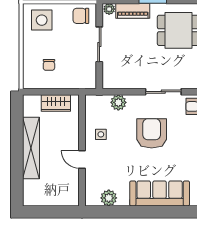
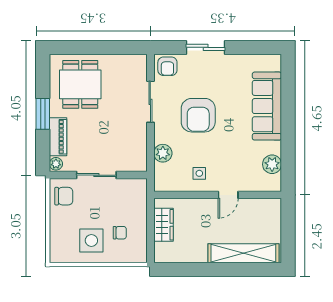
chair: (81, 16) -> (64, 196), turned -90
side table: (42, 20) -> (91, 240), moved
armchair: (152, 133) -> (198, 115), turned -90
shelving: (31, 148) -> (243, 253), moved

